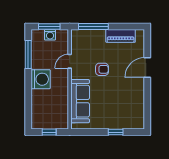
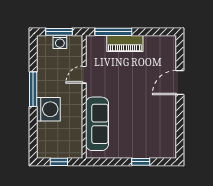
piano: (121, 36) -> (125, 43), moved
window: (28, 55) -> (33, 89), moved
armchair: (102, 69) -> (124, 85), removed
washing machine: (41, 79) -> (48, 109), moved

